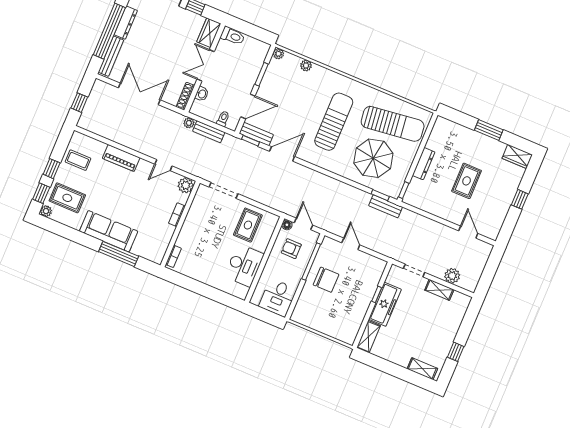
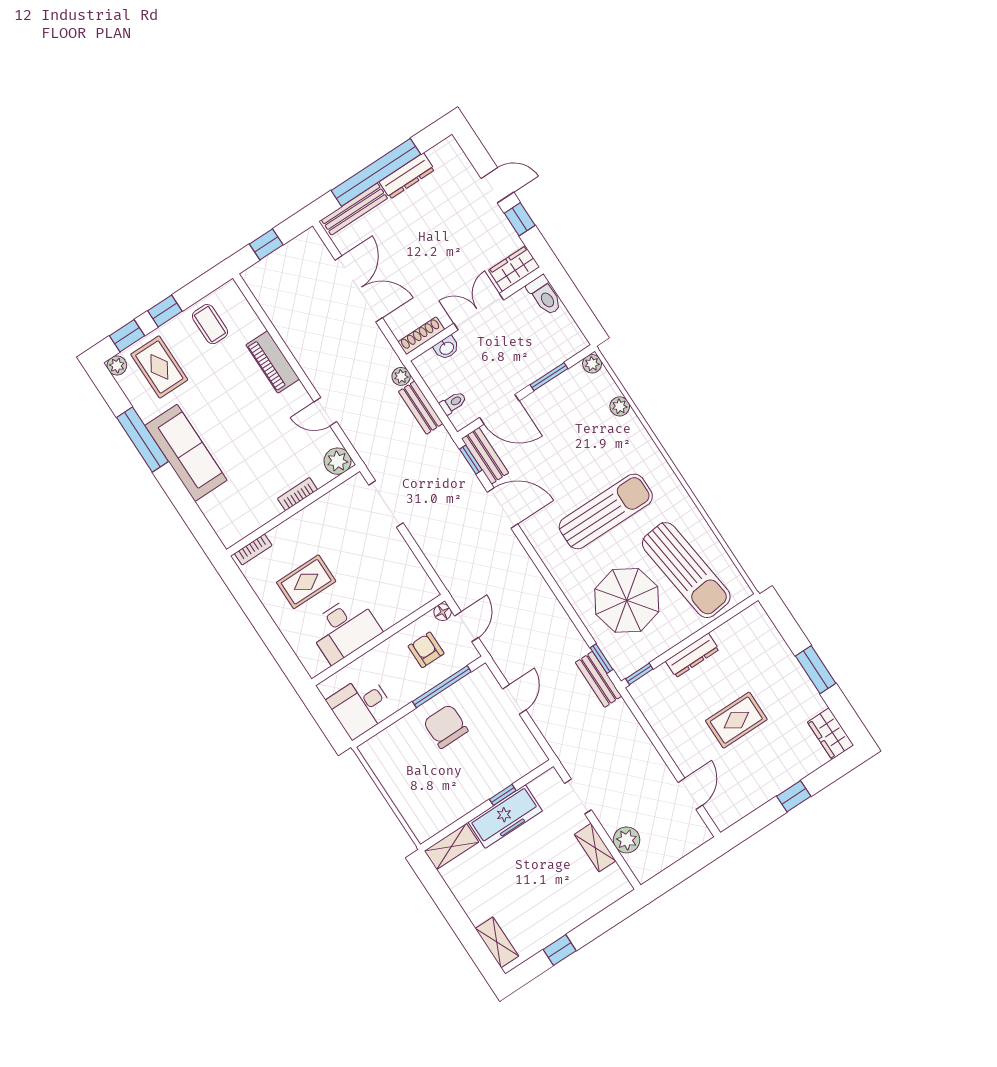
rug: (248, 225) -> (306, 582), moved
window: (119, 254) -> (142, 439), moved
chair: (326, 280) -> (446, 726), turned 180

